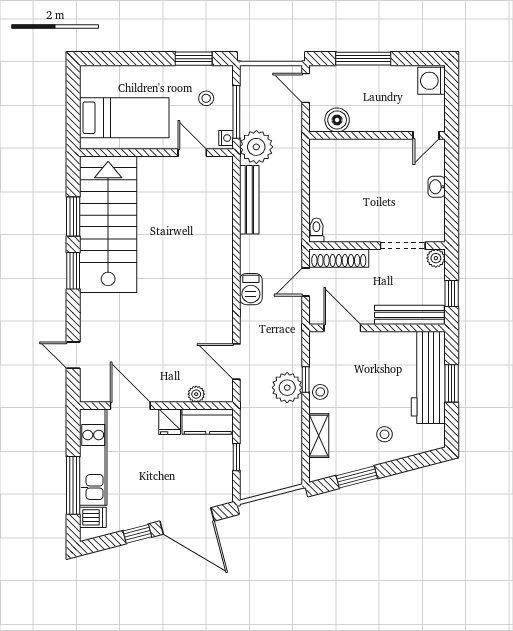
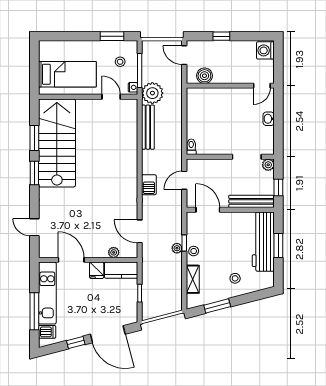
window: (363, 59) -> (221, 36), width x0.46
shoe rack: (339, 258) -> (206, 165), removed
plant: (287, 388) -> (177, 248), width x0.53, depth x0.53

